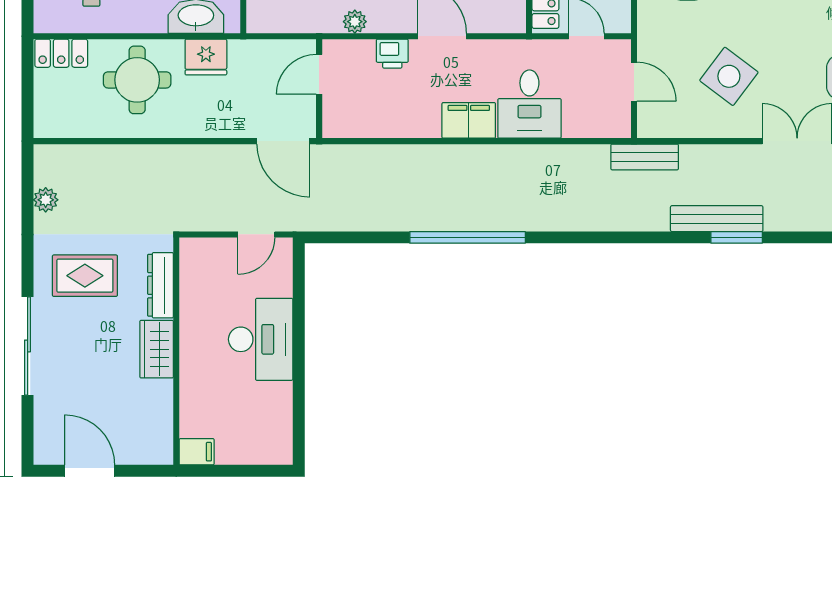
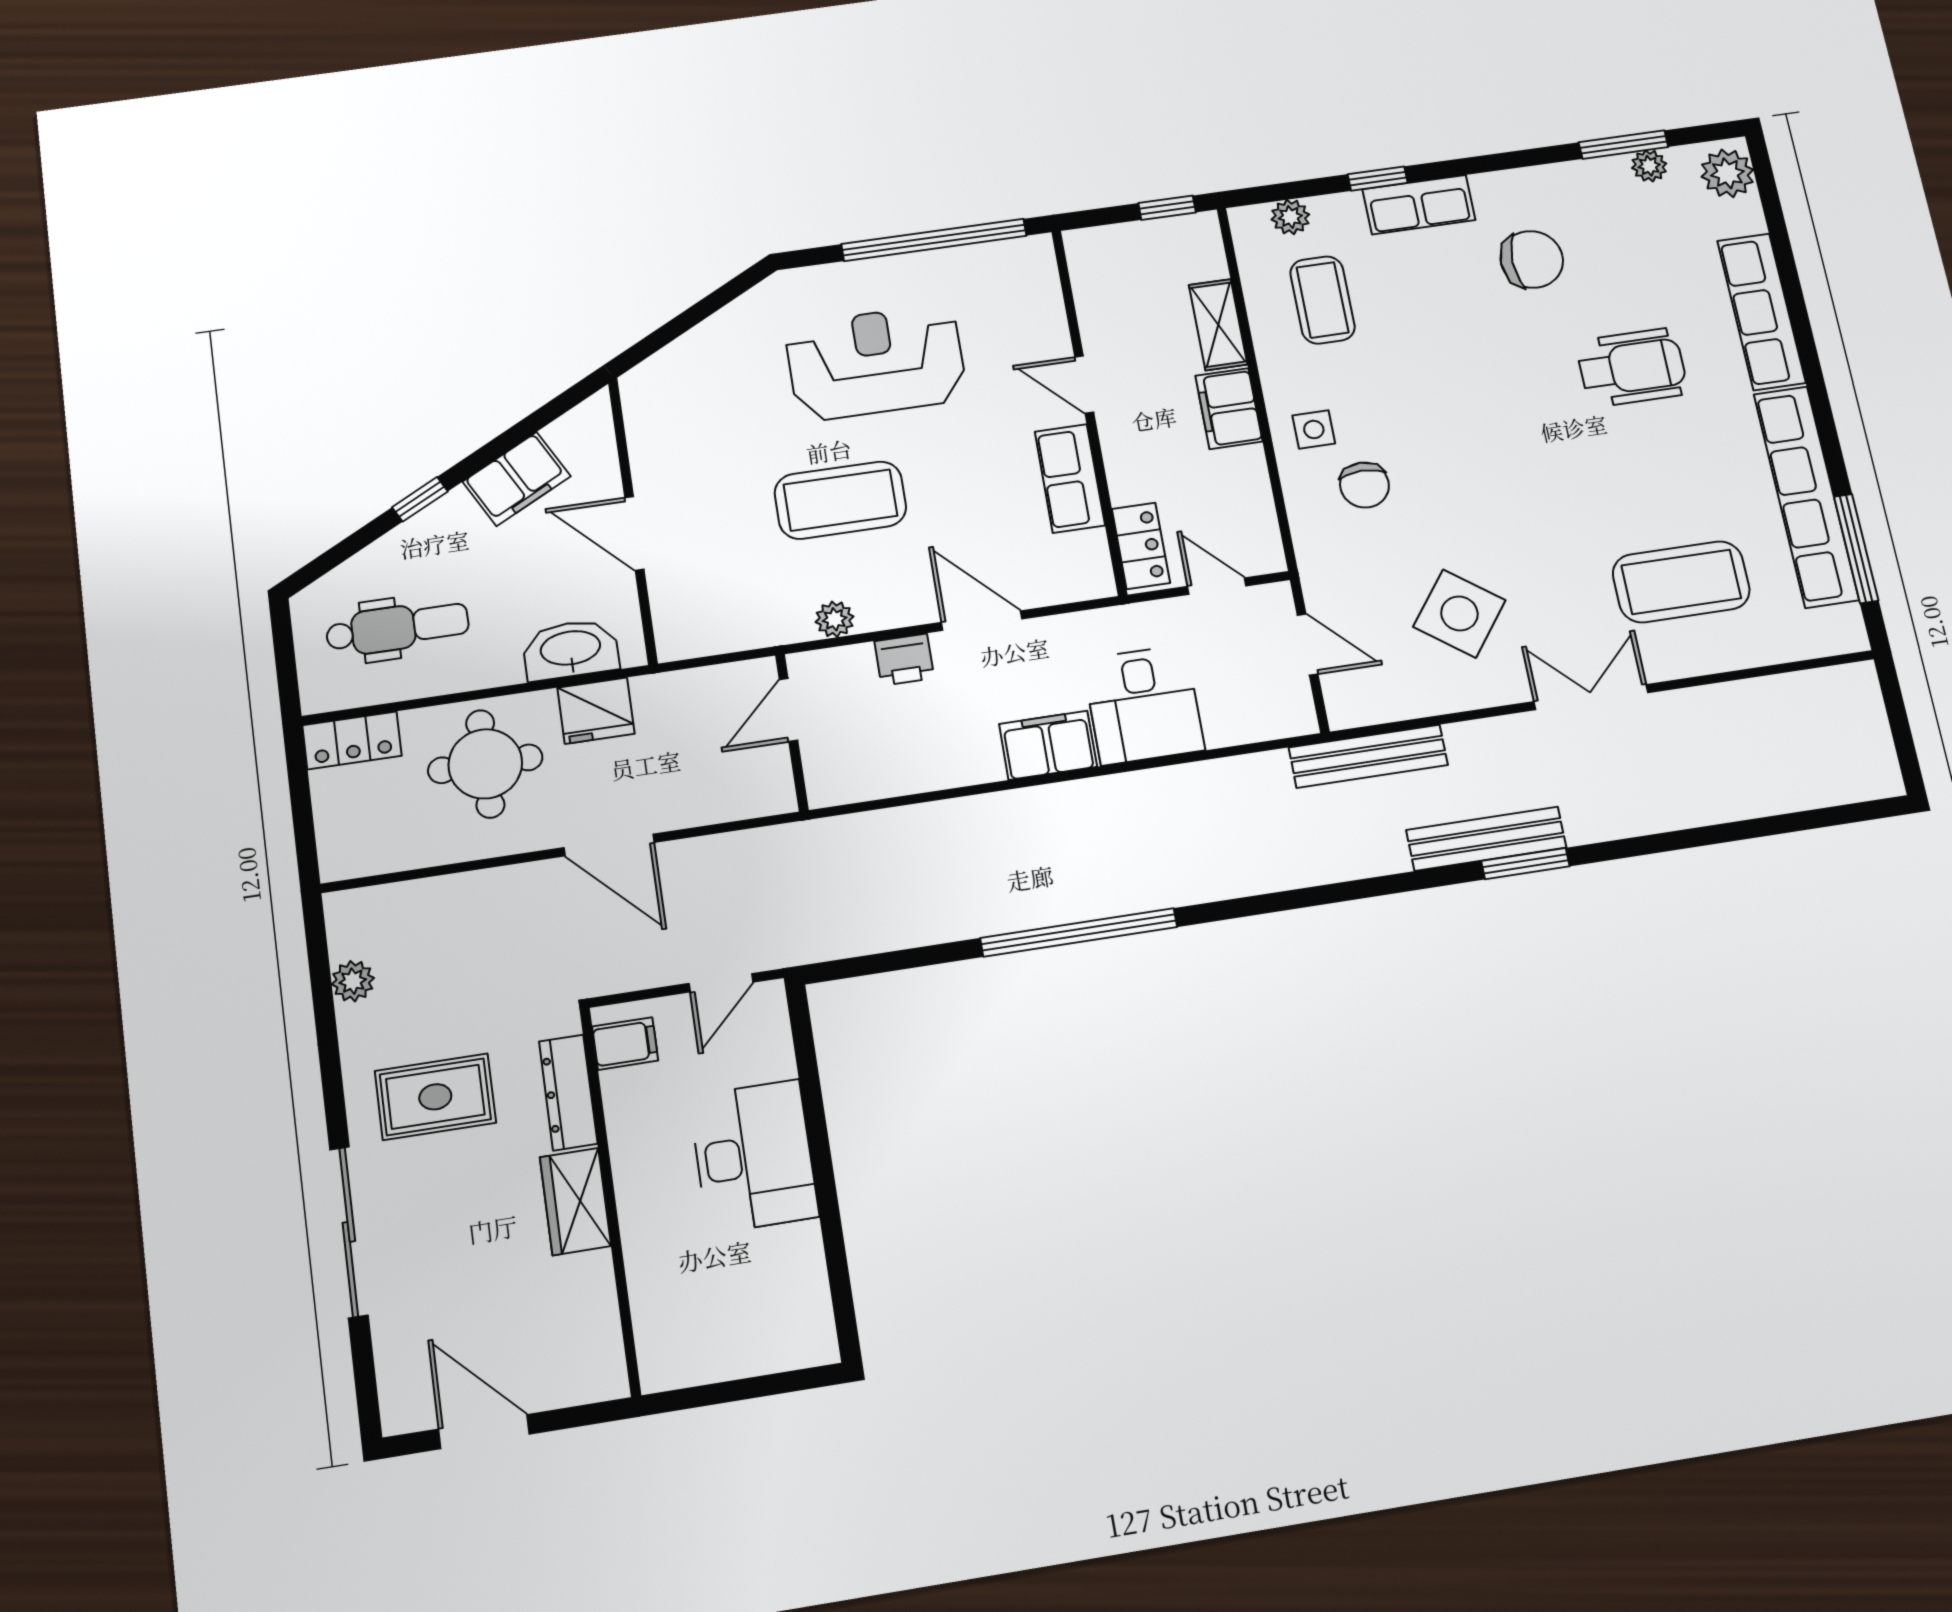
door: (283, 141) -> (609, 845), moved
bench: (645, 157) -> (1368, 756), width x1.36
filing cabinet: (197, 452) -> (625, 1044), moved

